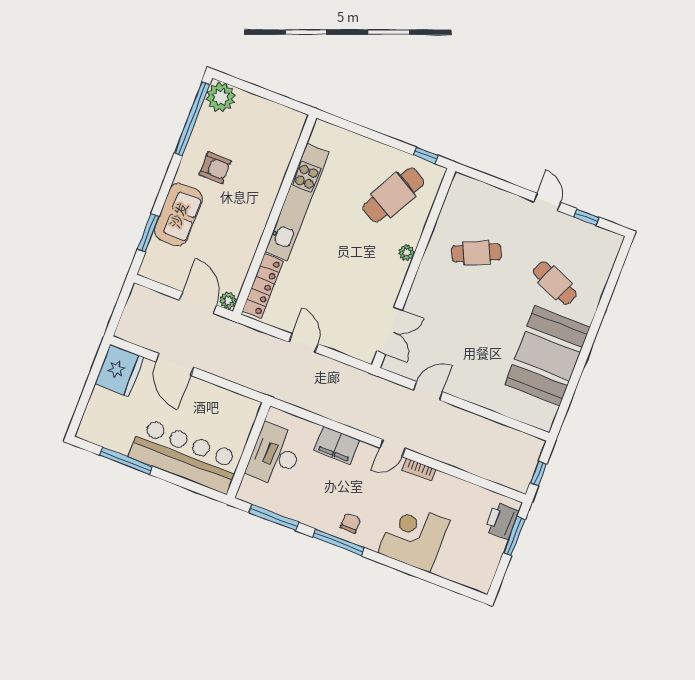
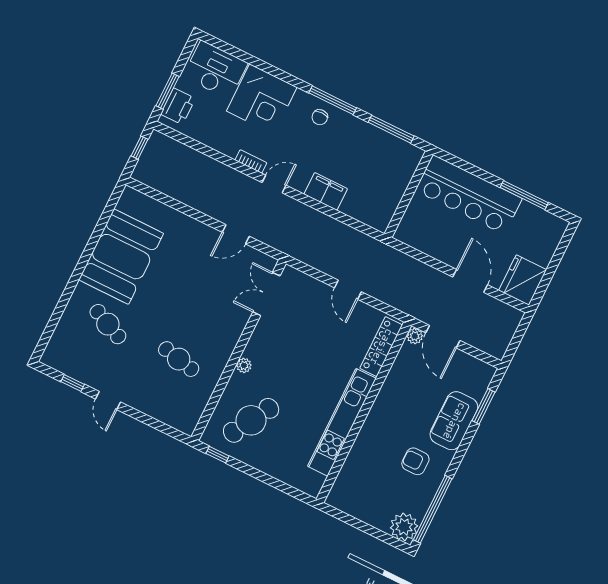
cafe table: (476, 253) -> (179, 359), turned 36
desk: (275, 455) -> (215, 70), moved, turned -90

